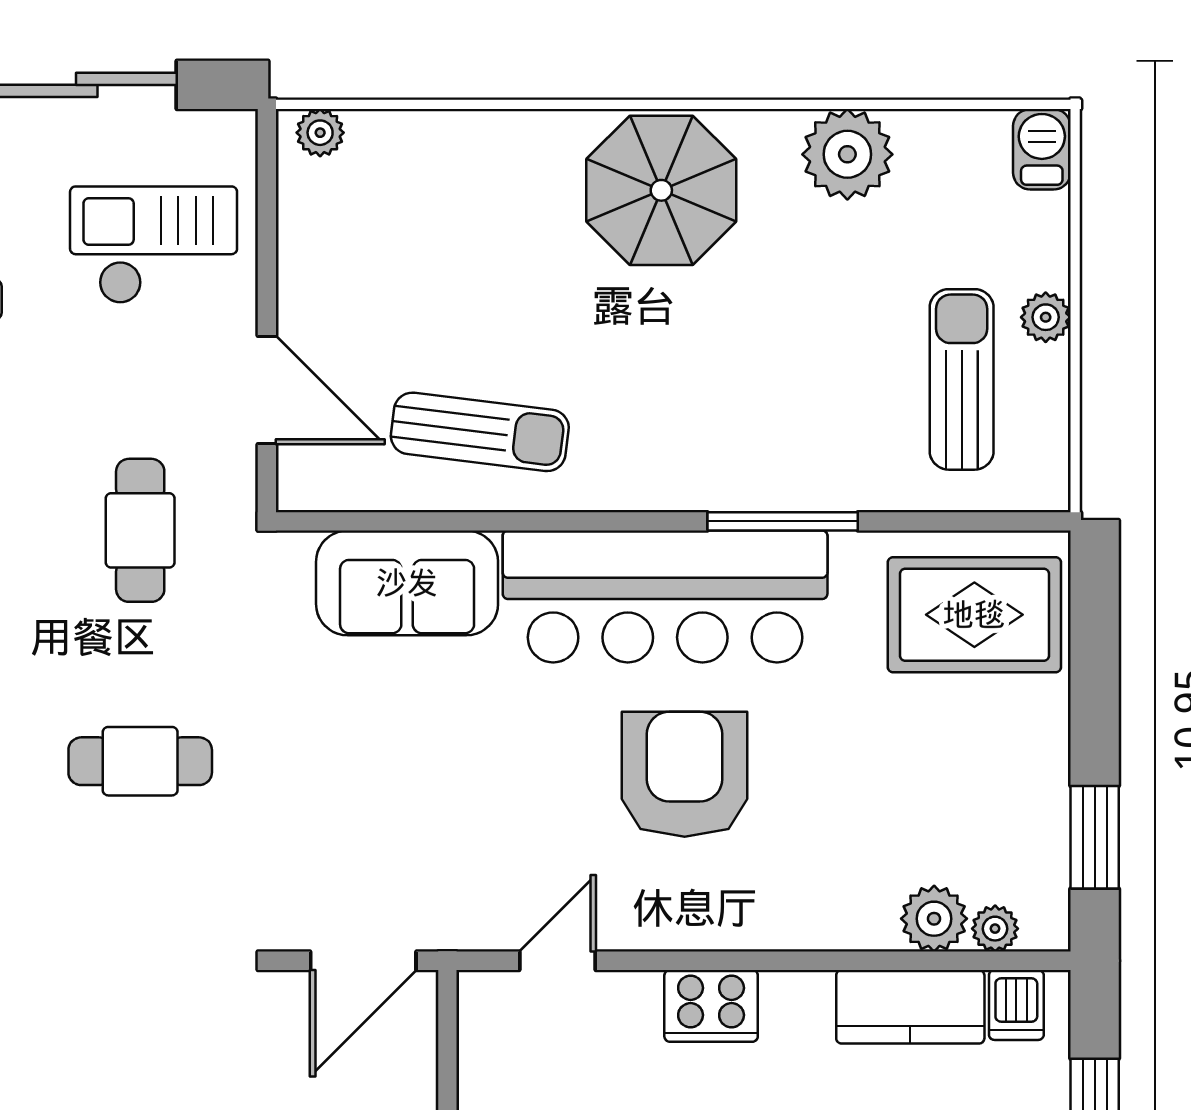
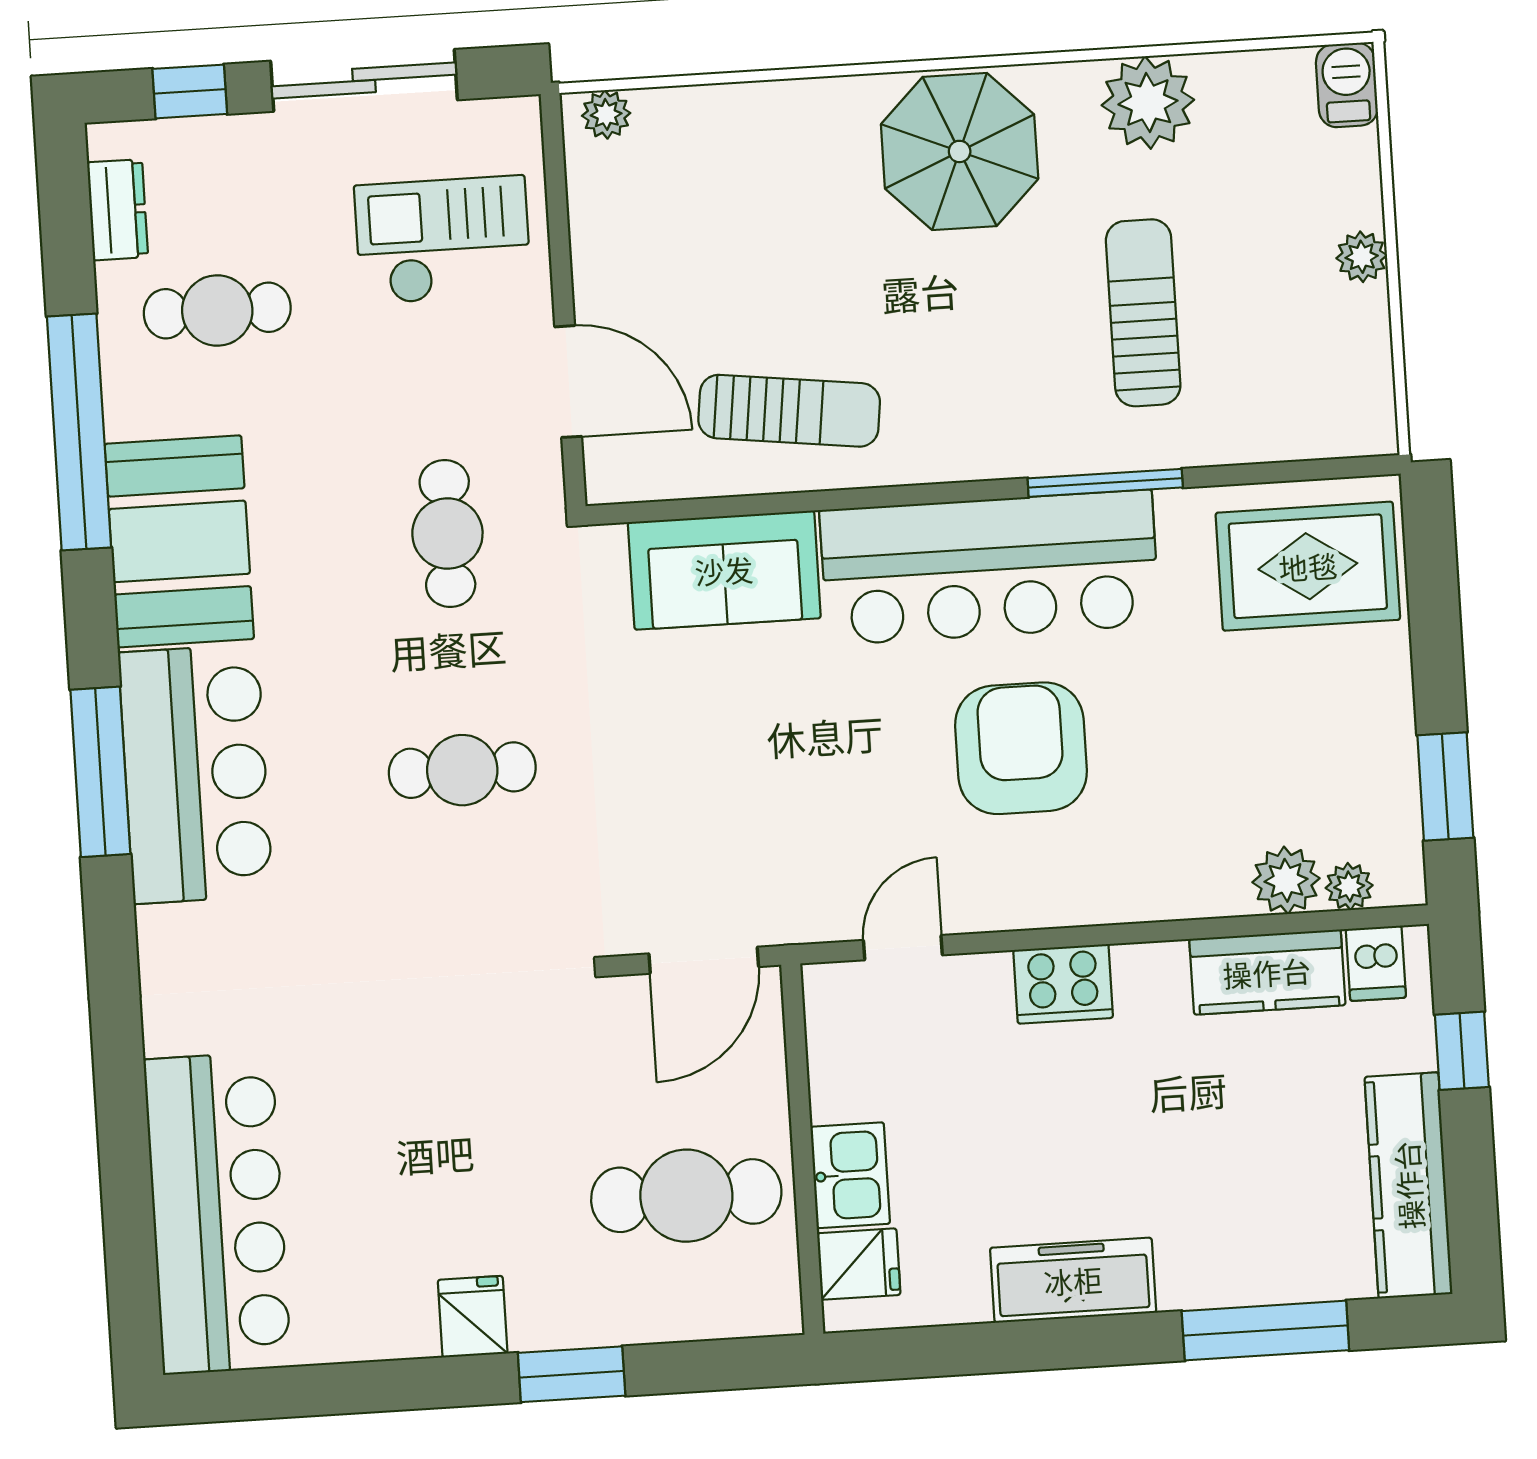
sun lounger: (962, 379) -> (1143, 313), moved

